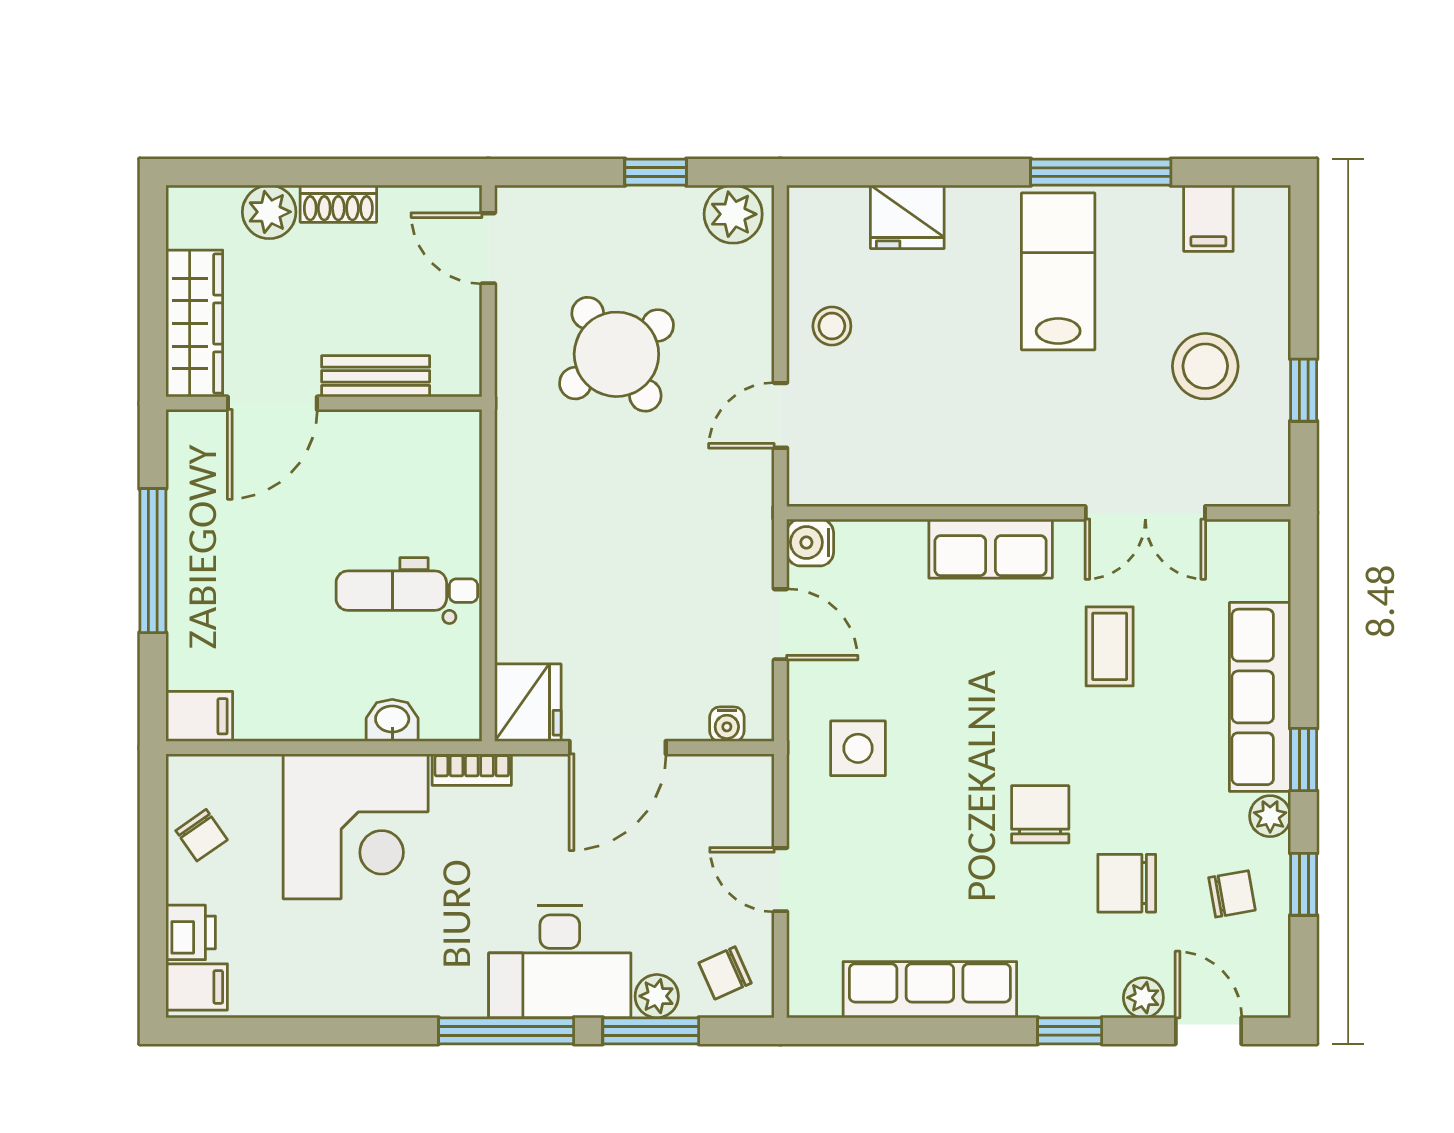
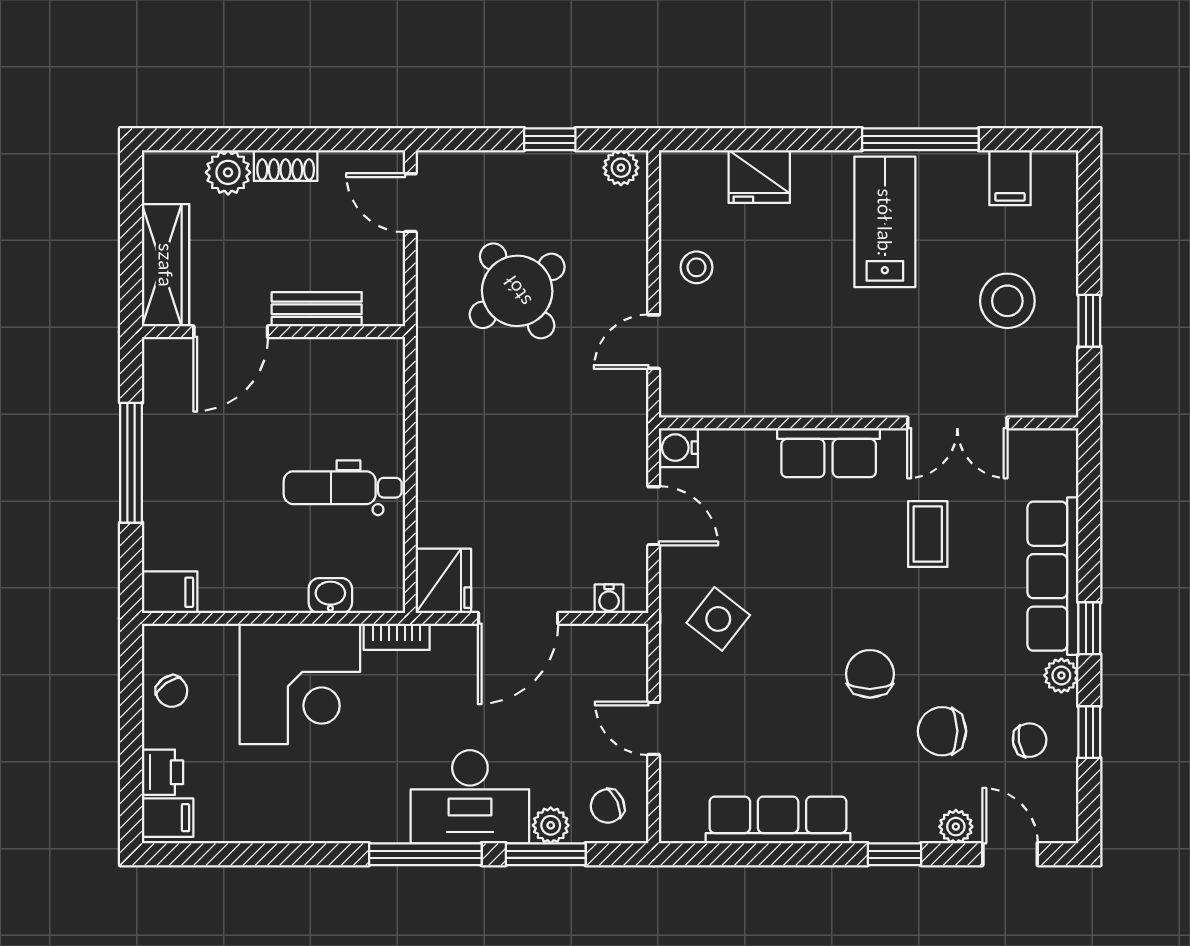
plant: (733, 214) -> (621, 168), width x0.73, depth x0.73
side table: (858, 748) -> (718, 619), turned 38

